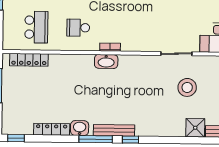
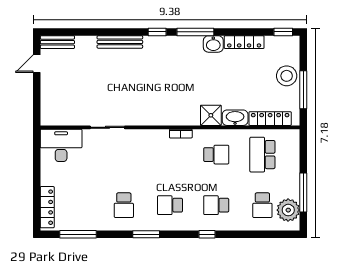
washbasin: (106, 61) -> (235, 118), moved
stool: (187, 87) -> (287, 76), moved
shower: (195, 128) -> (211, 115), moved
bench: (114, 130) -> (120, 42), moved

